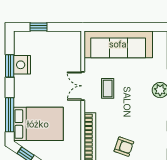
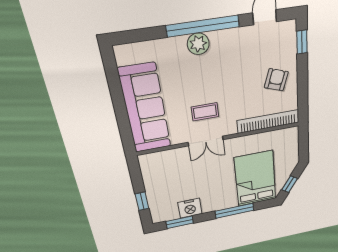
window: (10, 66) -> (180, 222), moved
window: (10, 115) -> (235, 211), moved

